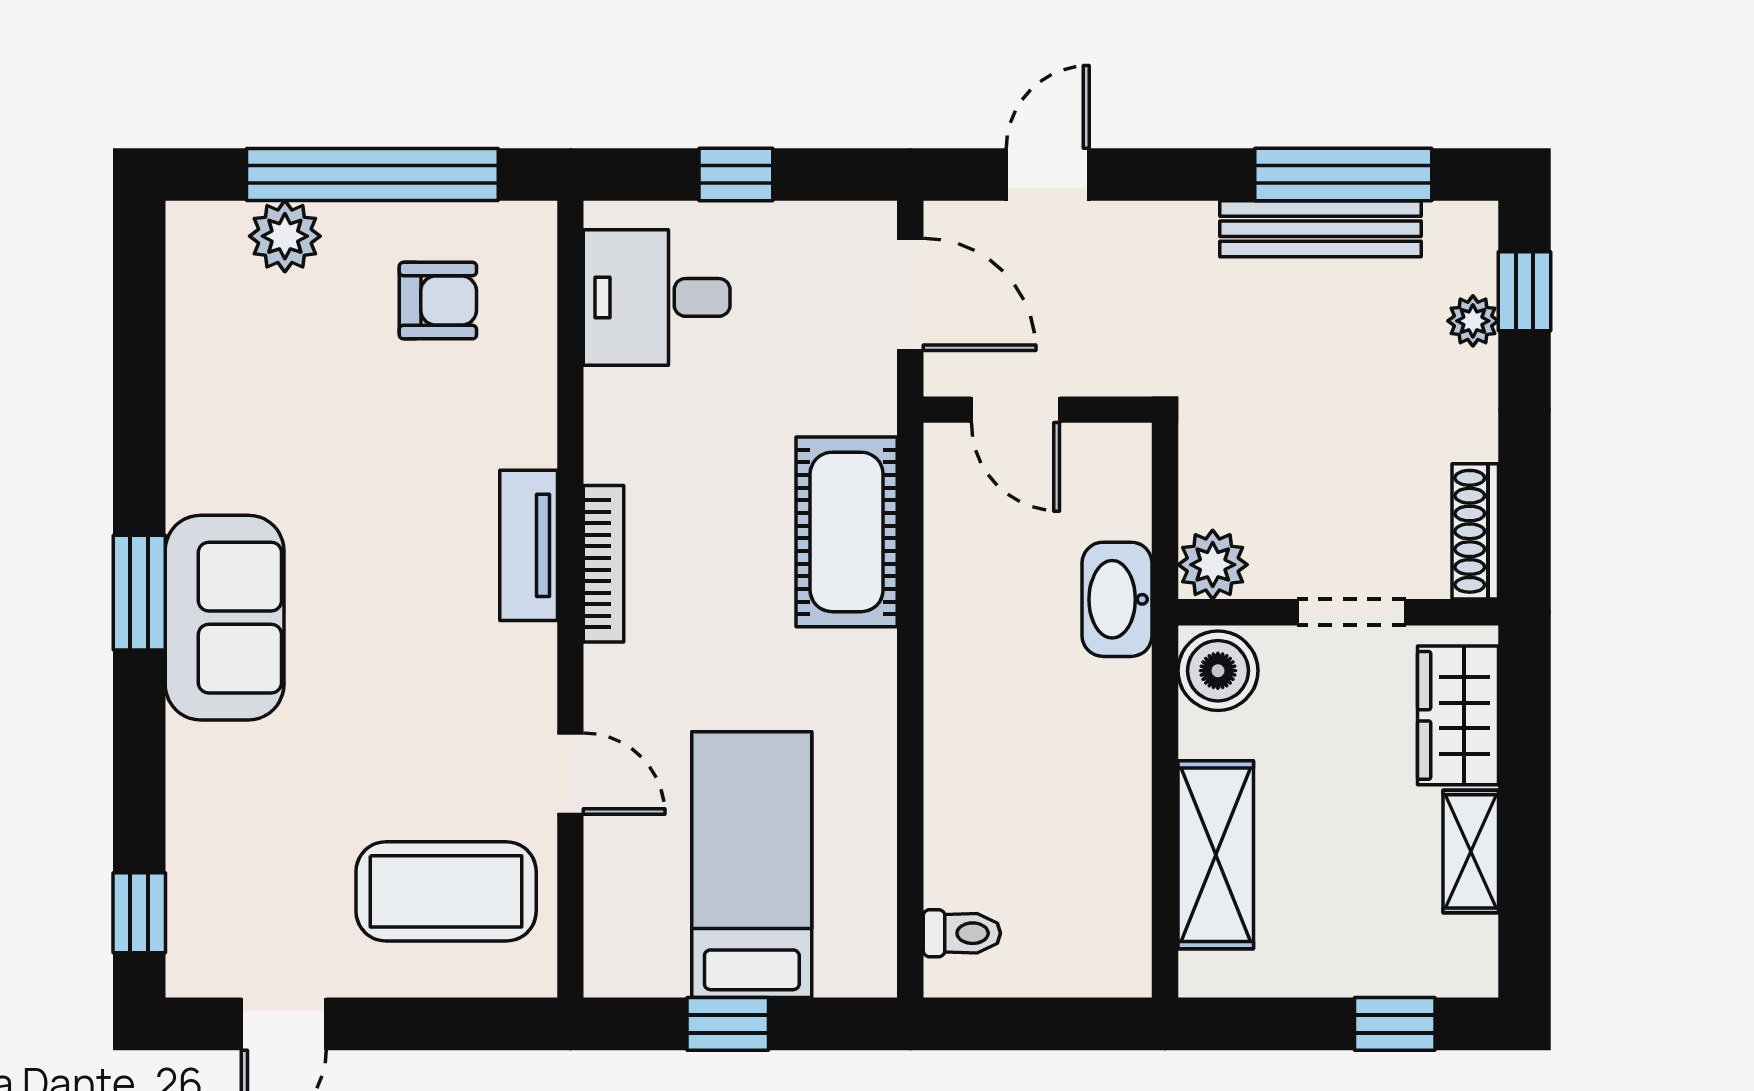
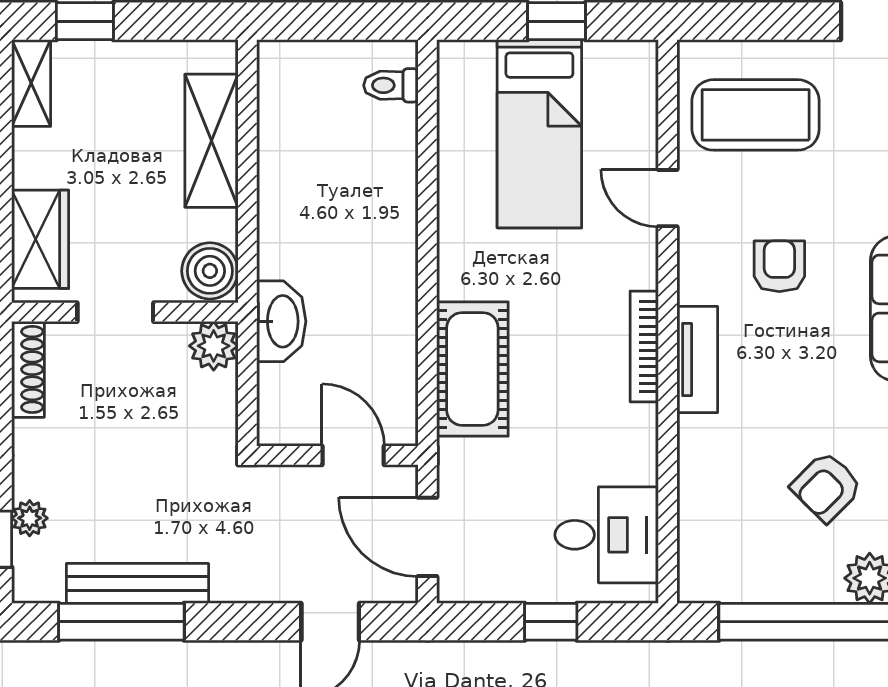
armchair: (438, 301) -> (827, 487), moved, turned -45
armchair: (412, 677) -> (779, 266), added
shelving: (1471, 851) -> (31, 83), moved

